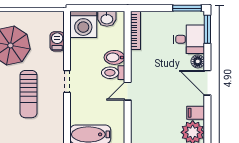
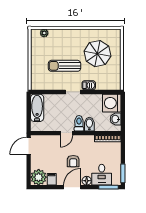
barbecue: (57, 41) -> (89, 85), moved
armchair: (169, 81) -> (73, 161), added
door: (128, 91) -> (66, 133), swing flipped

